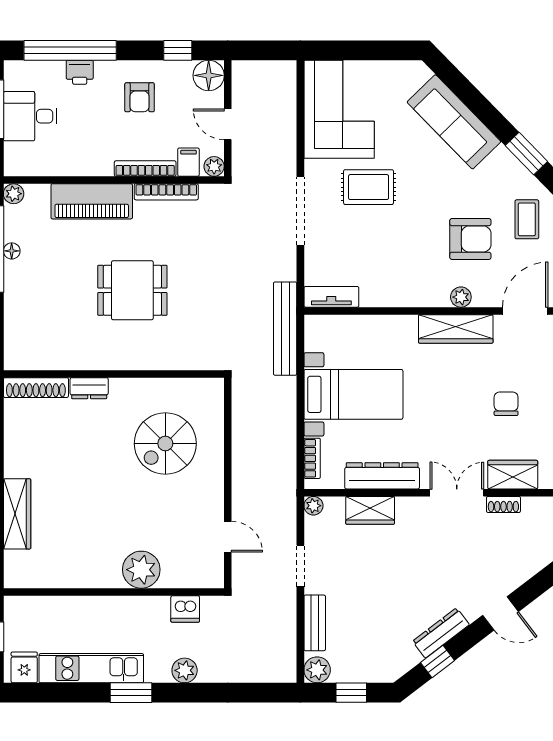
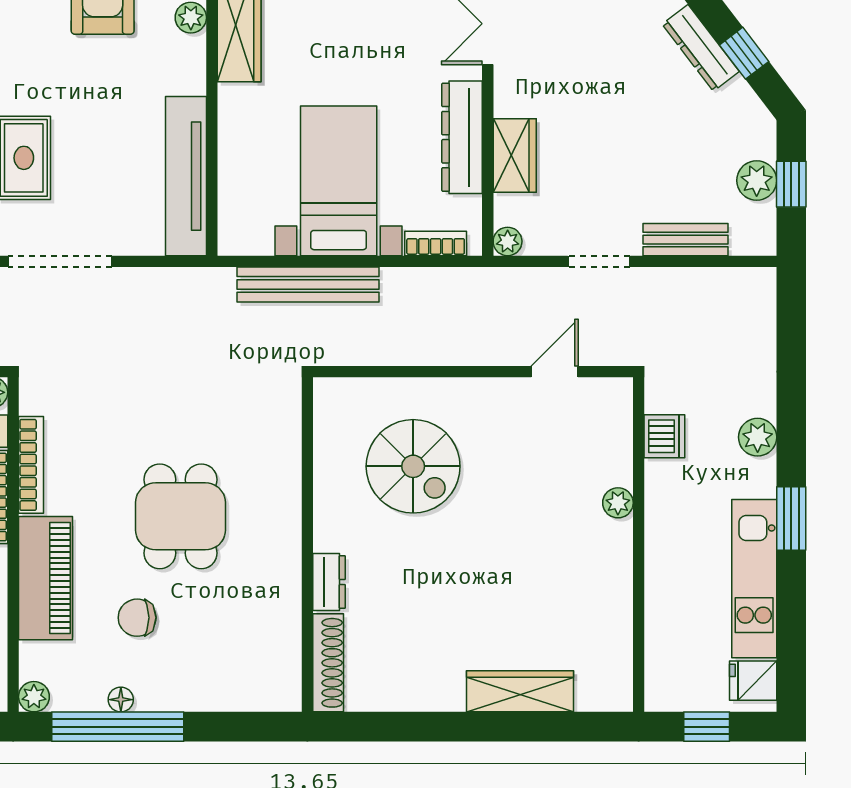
chair: (66, 262) -> (137, 618), added
tv unit: (331, 297) -> (186, 176), width x1.92, depth x1.29
bench: (285, 329) -> (308, 284), moved
plant: (141, 570) -> (618, 503), width x0.53, depth x0.53
plant: (317, 670) -> (757, 180), moved

